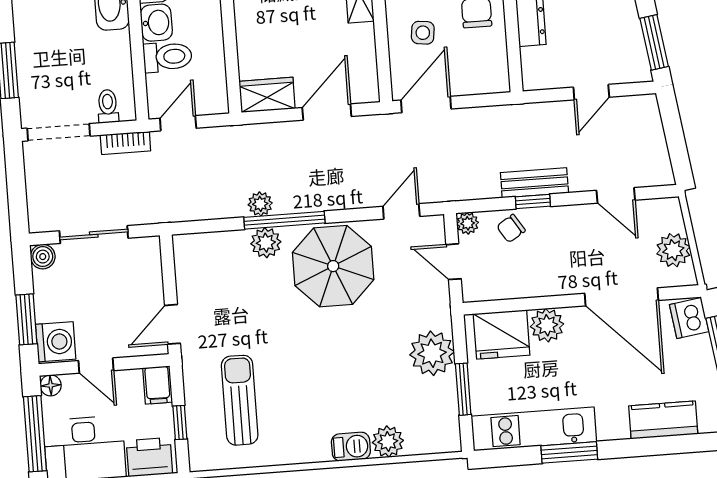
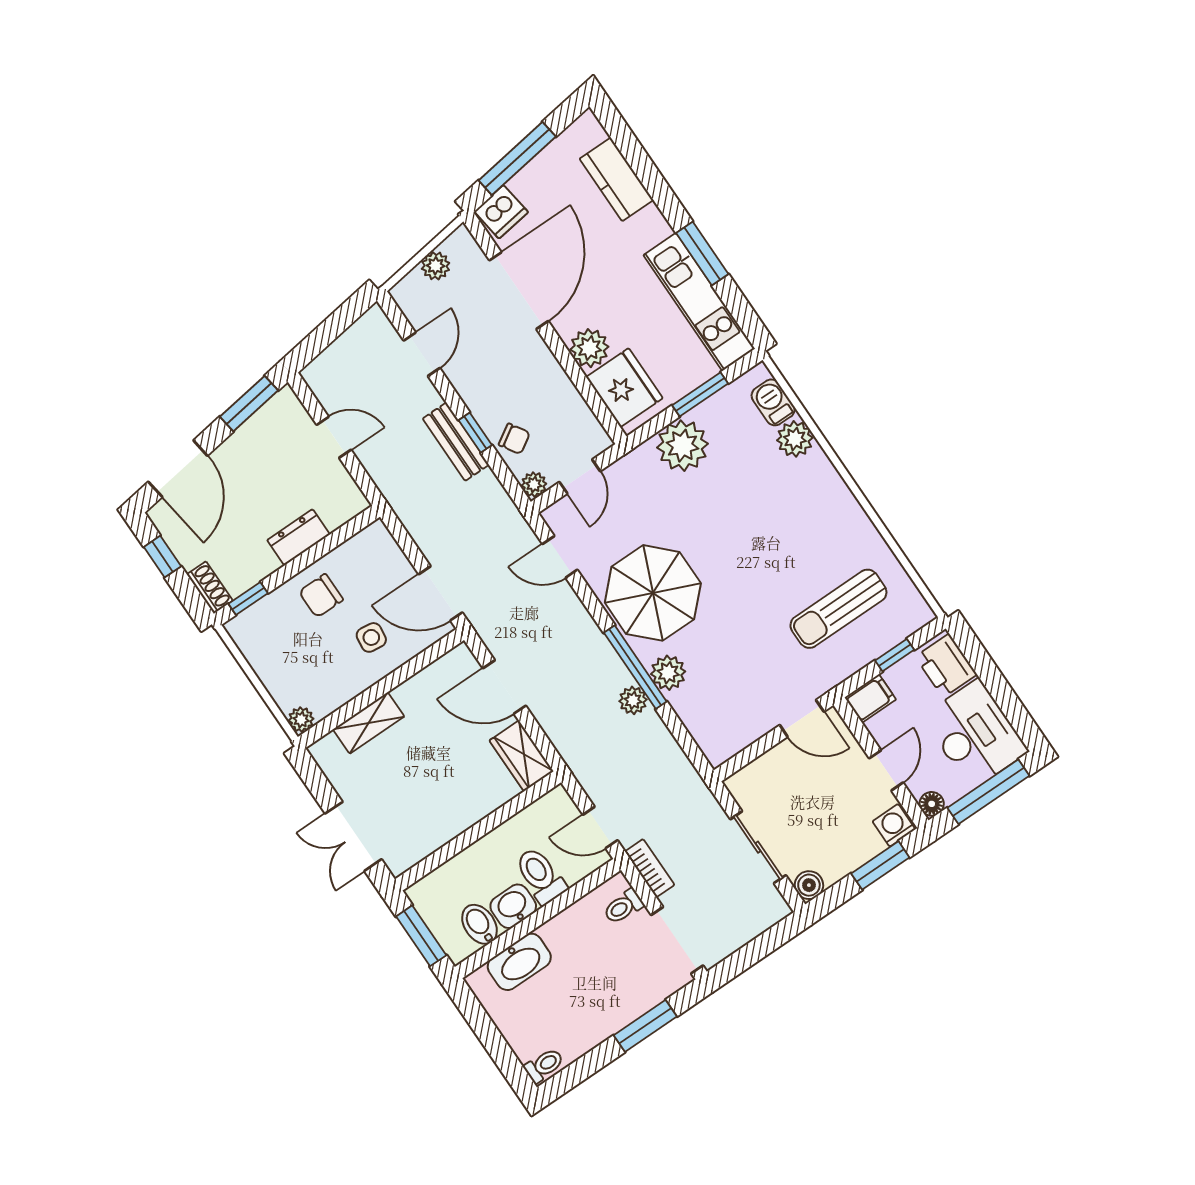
plant: (673, 250) -> (436, 266), width x0.73, depth x0.73
washing machine: (56, 342) -> (894, 825), width x0.73, depth x0.73
barbecue: (351, 447) -> (773, 402), moved

